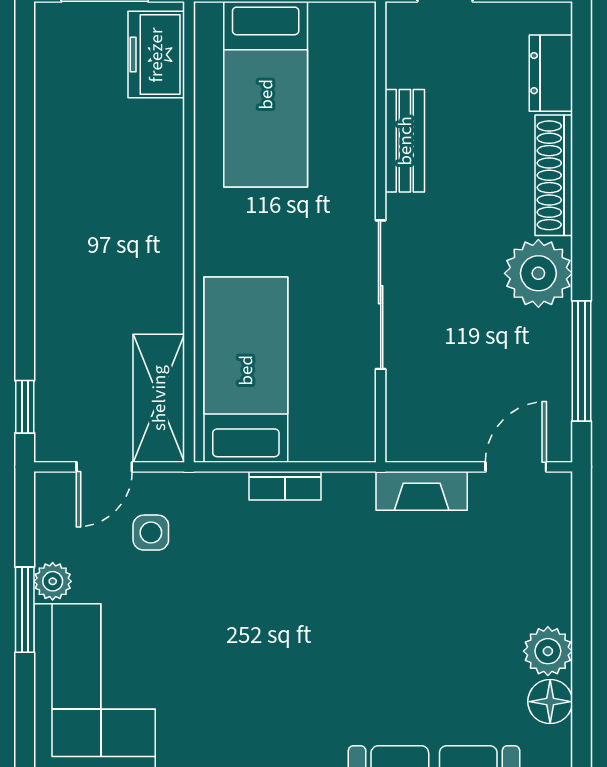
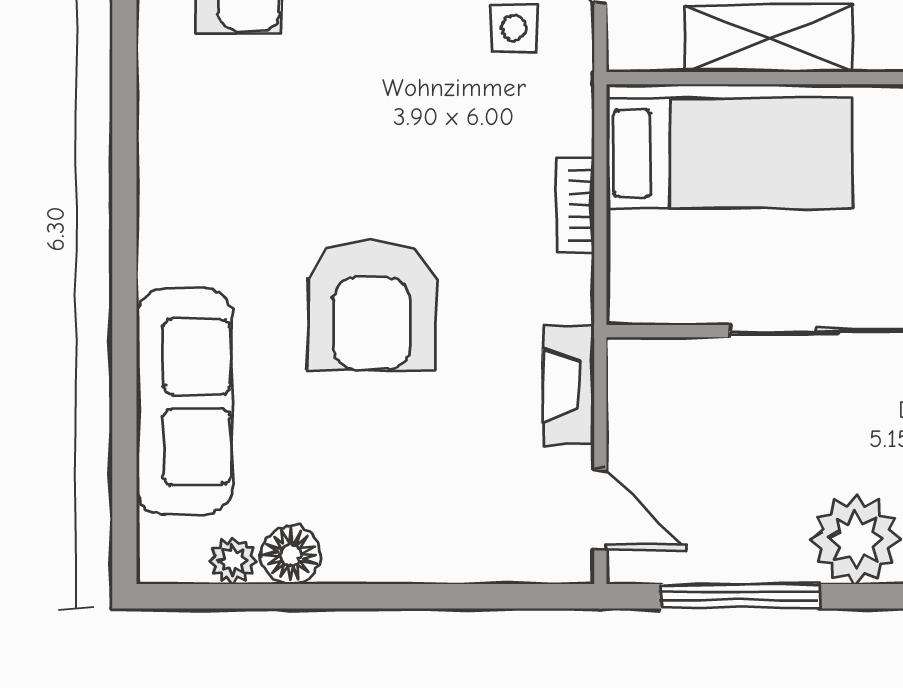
shelving: (159, 398) -> (769, 38), moved
armchair: (361, 640) -> (372, 305), added
plant: (548, 651) -> (233, 561), moved, width x0.73, depth x0.73

